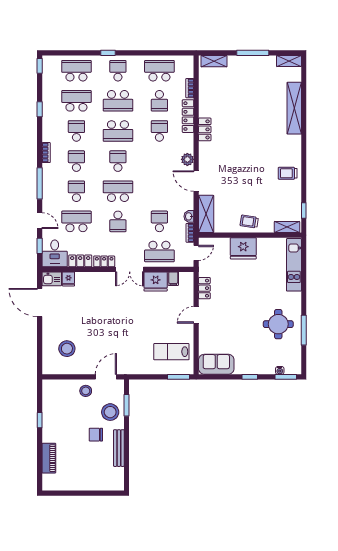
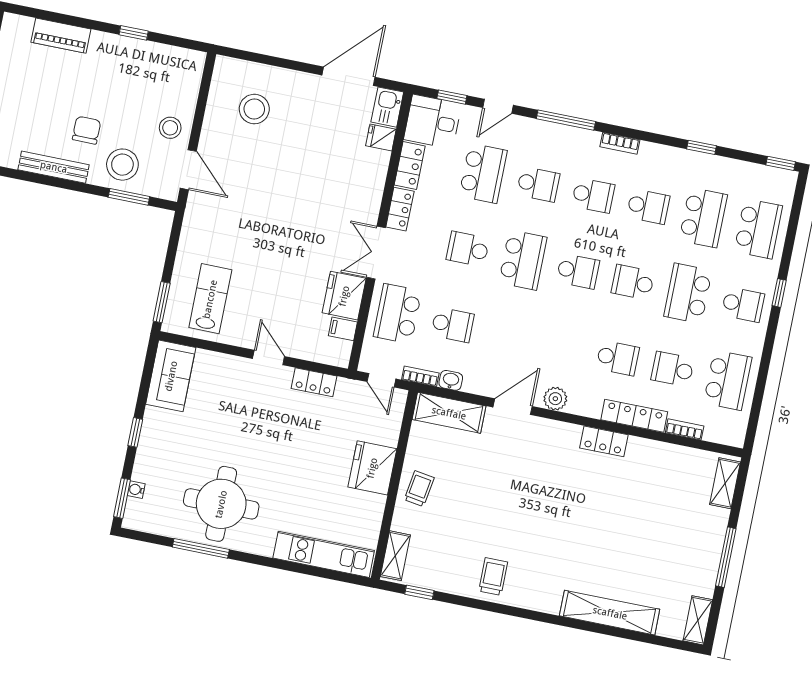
school desk: (118, 131) -> (633, 282), width x0.54
round table: (278, 324) -> (221, 504), width x1.36, depth x1.36

